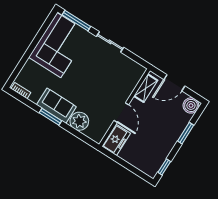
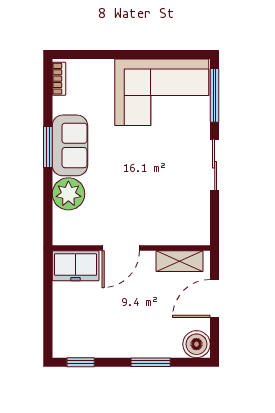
door: (174, 83) -> (215, 298), hinge flipped

